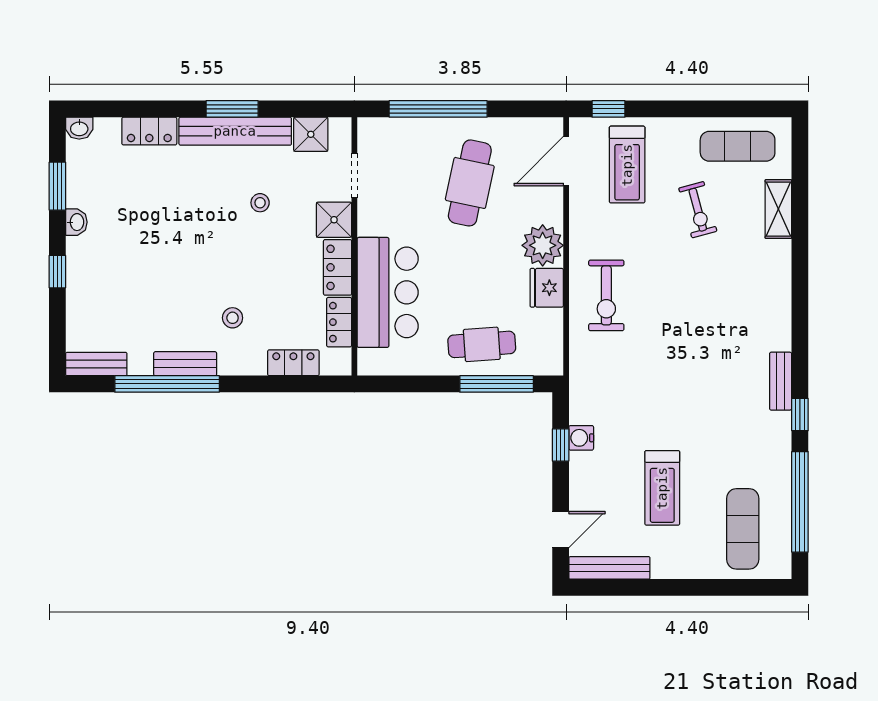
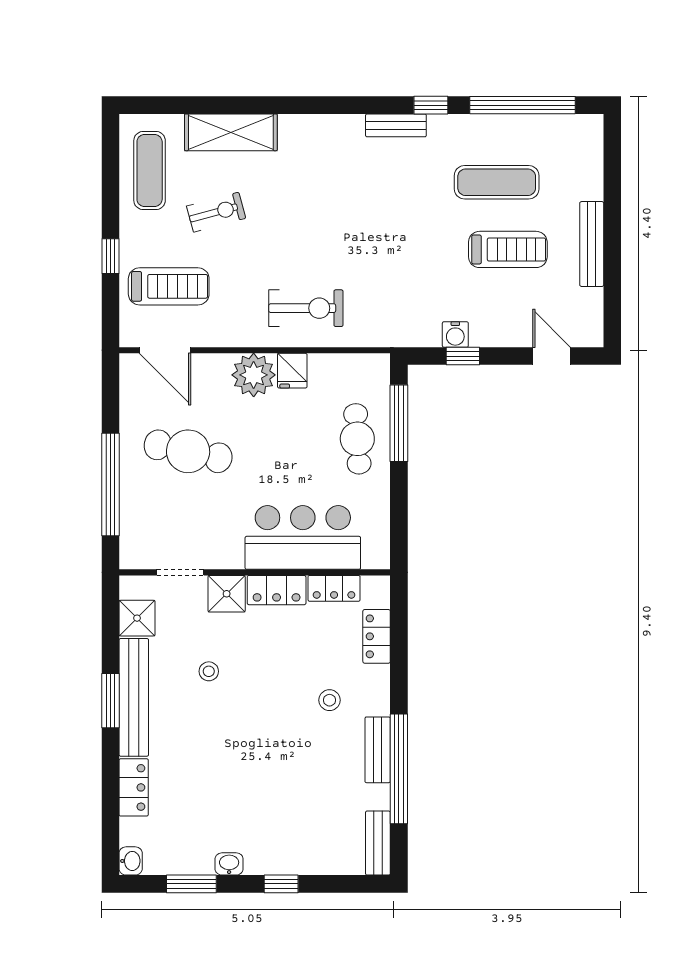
window: (608, 109) -> (110, 256), moved
shelving: (778, 209) -> (231, 132), width x1.50, depth x1.33
fridge: (547, 288) -> (292, 371), width x0.72
exercise mat: (743, 529) -> (497, 182), moved
bench: (609, 568) -> (592, 244), moved

